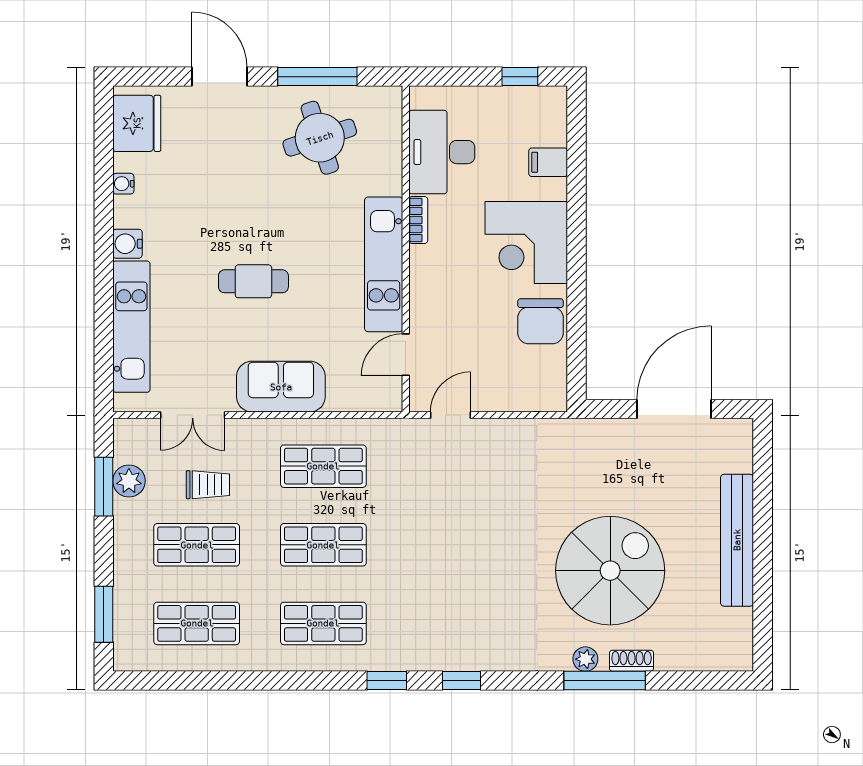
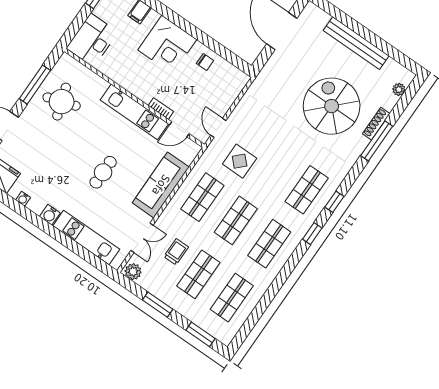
desk: (442, 152) -> (92, 40), moved, turned 90
bookcase: (418, 220) -> (161, 109), moved
chair: (541, 321) -> (205, 62), width x0.54, depth x0.54
door: (406, 355) -> (179, 129), hinge flipped
sofa: (281, 387) -> (161, 185), width x1.36
plant: (129, 481) -> (133, 272), moved
display table: (421, 485) -> (240, 161), added
window: (104, 487) -> (158, 305), moved
shop shelf: (450, 623) -> (307, 190), added
plant: (585, 659) -> (399, 89), moved
shoe rack: (632, 661) -> (376, 124), width x1.43

